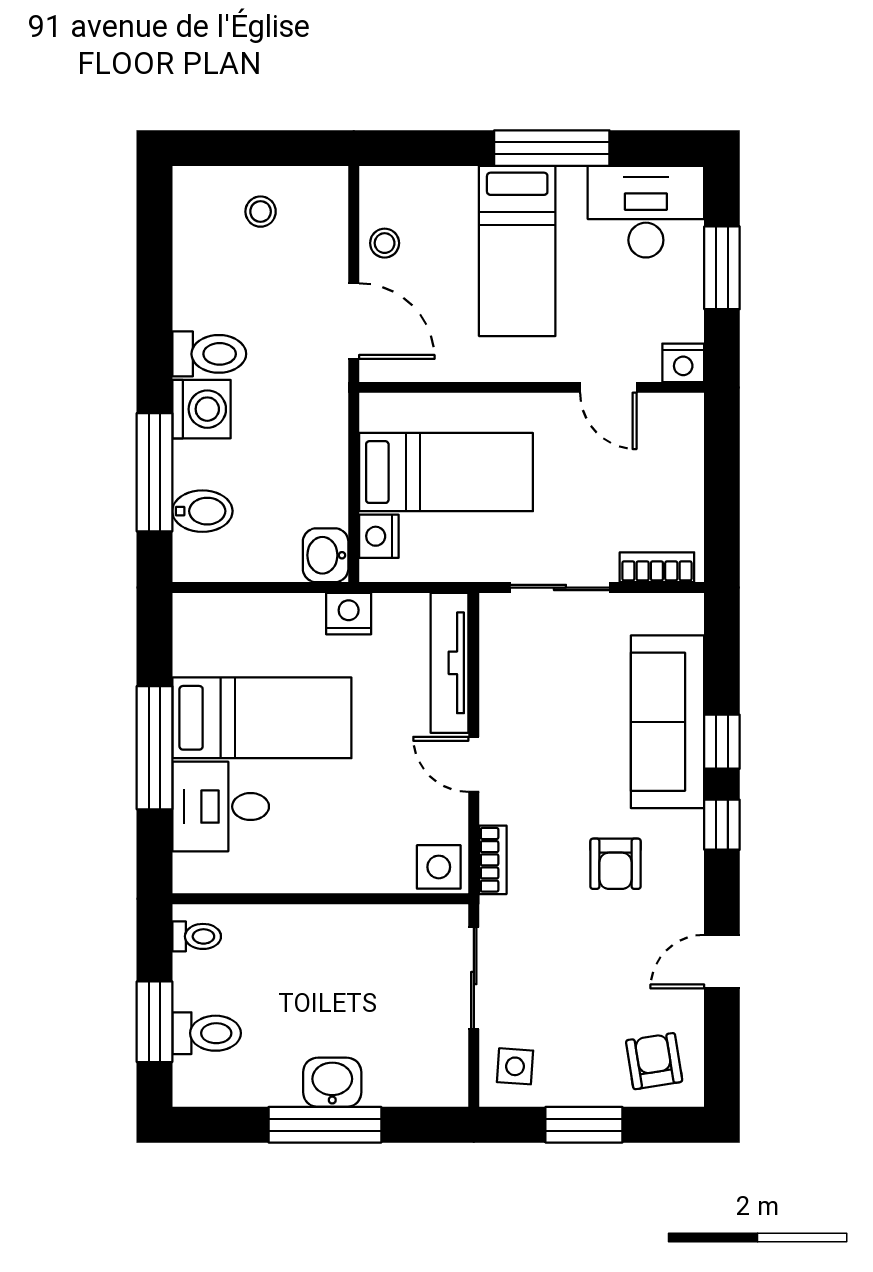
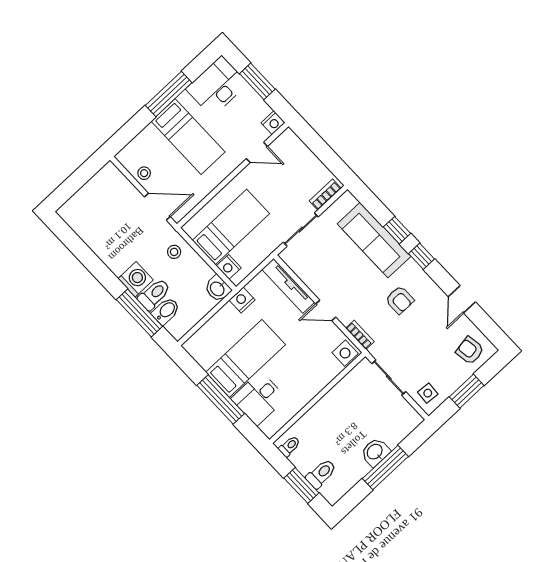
stool: (261, 212) -> (174, 252), moved
toilet: (209, 354) -> (154, 294), moved

